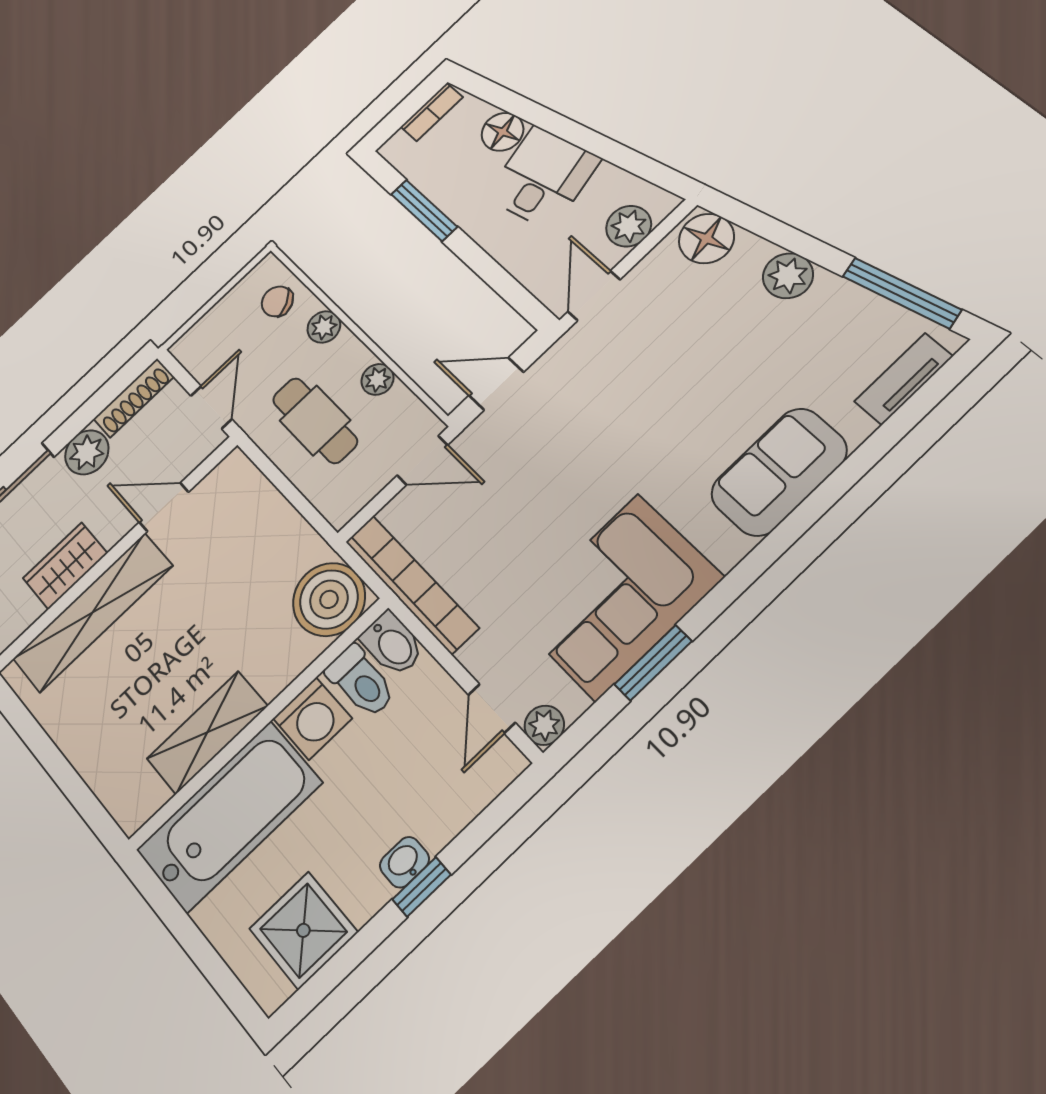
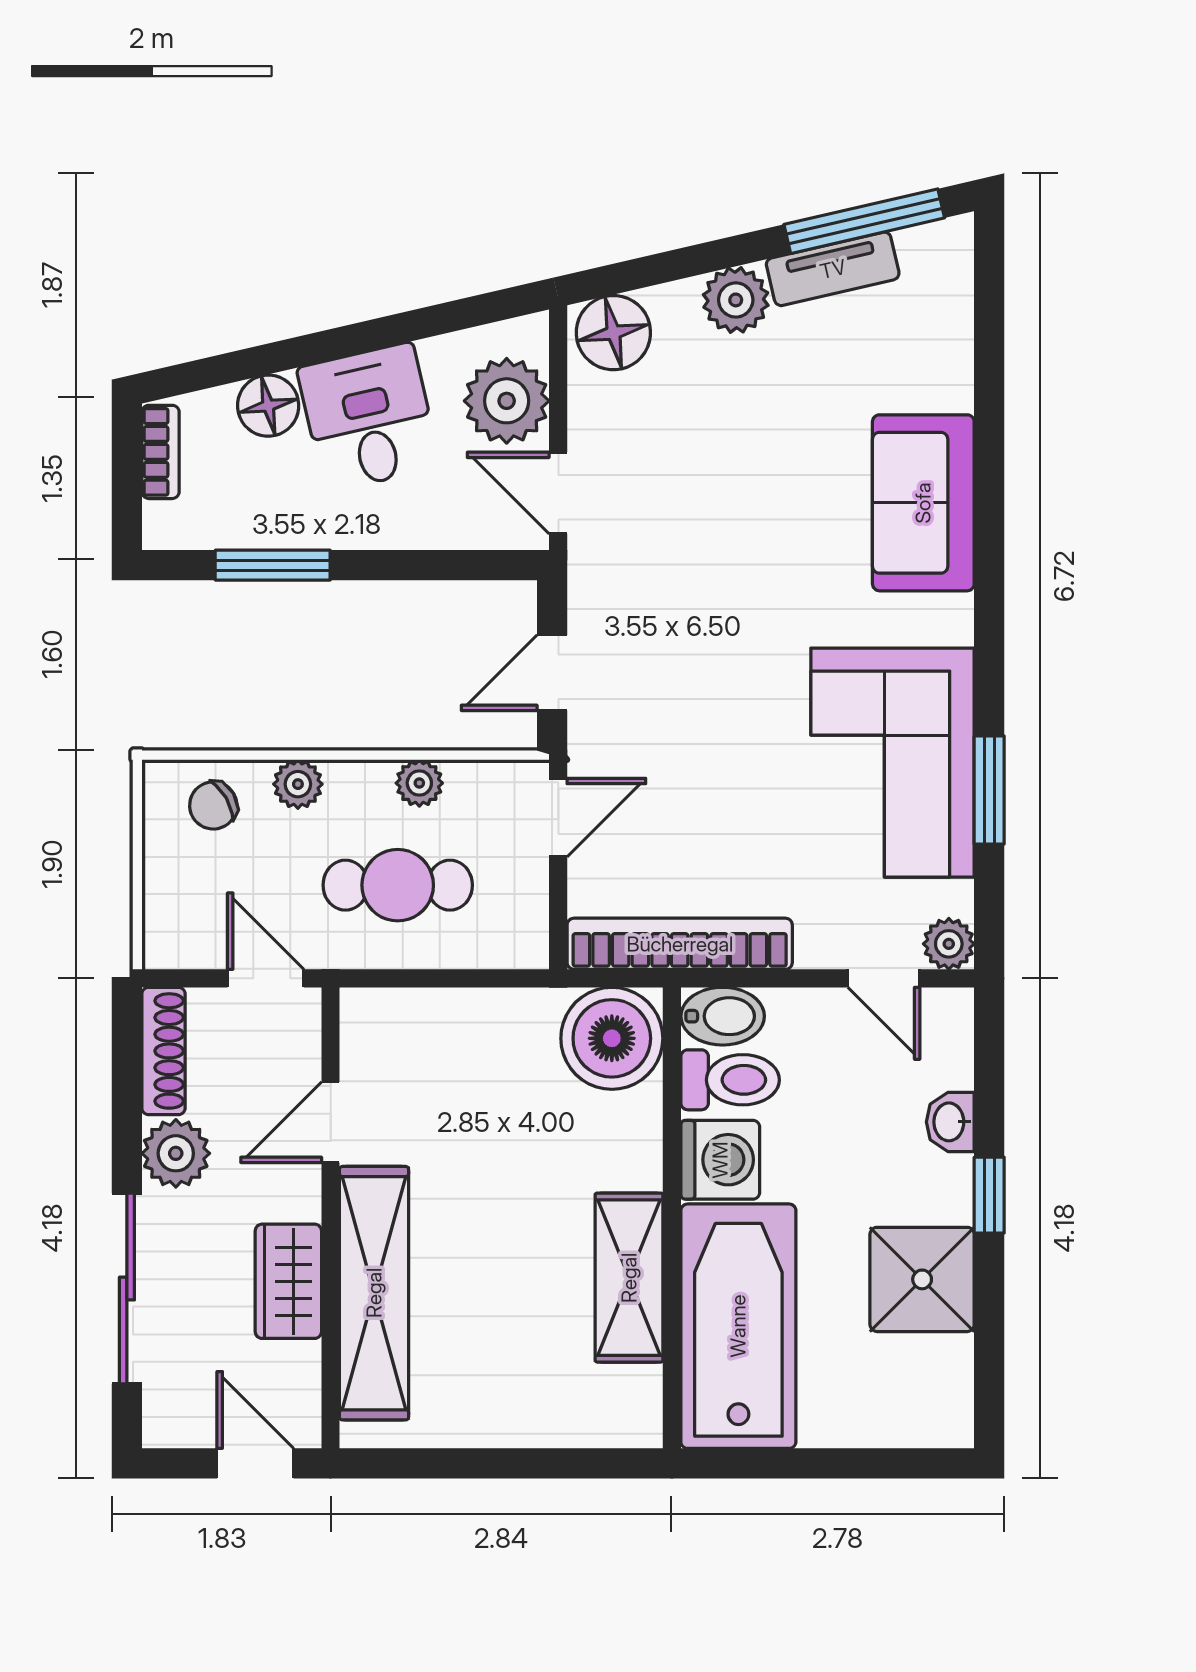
plant: (629, 226) -> (507, 401), width x1.36, depth x1.36
tv unit: (904, 379) -> (833, 269), moved, turned -103
washbasin: (404, 862) -> (950, 1122), moved
shower: (303, 930) -> (922, 1279), moved

